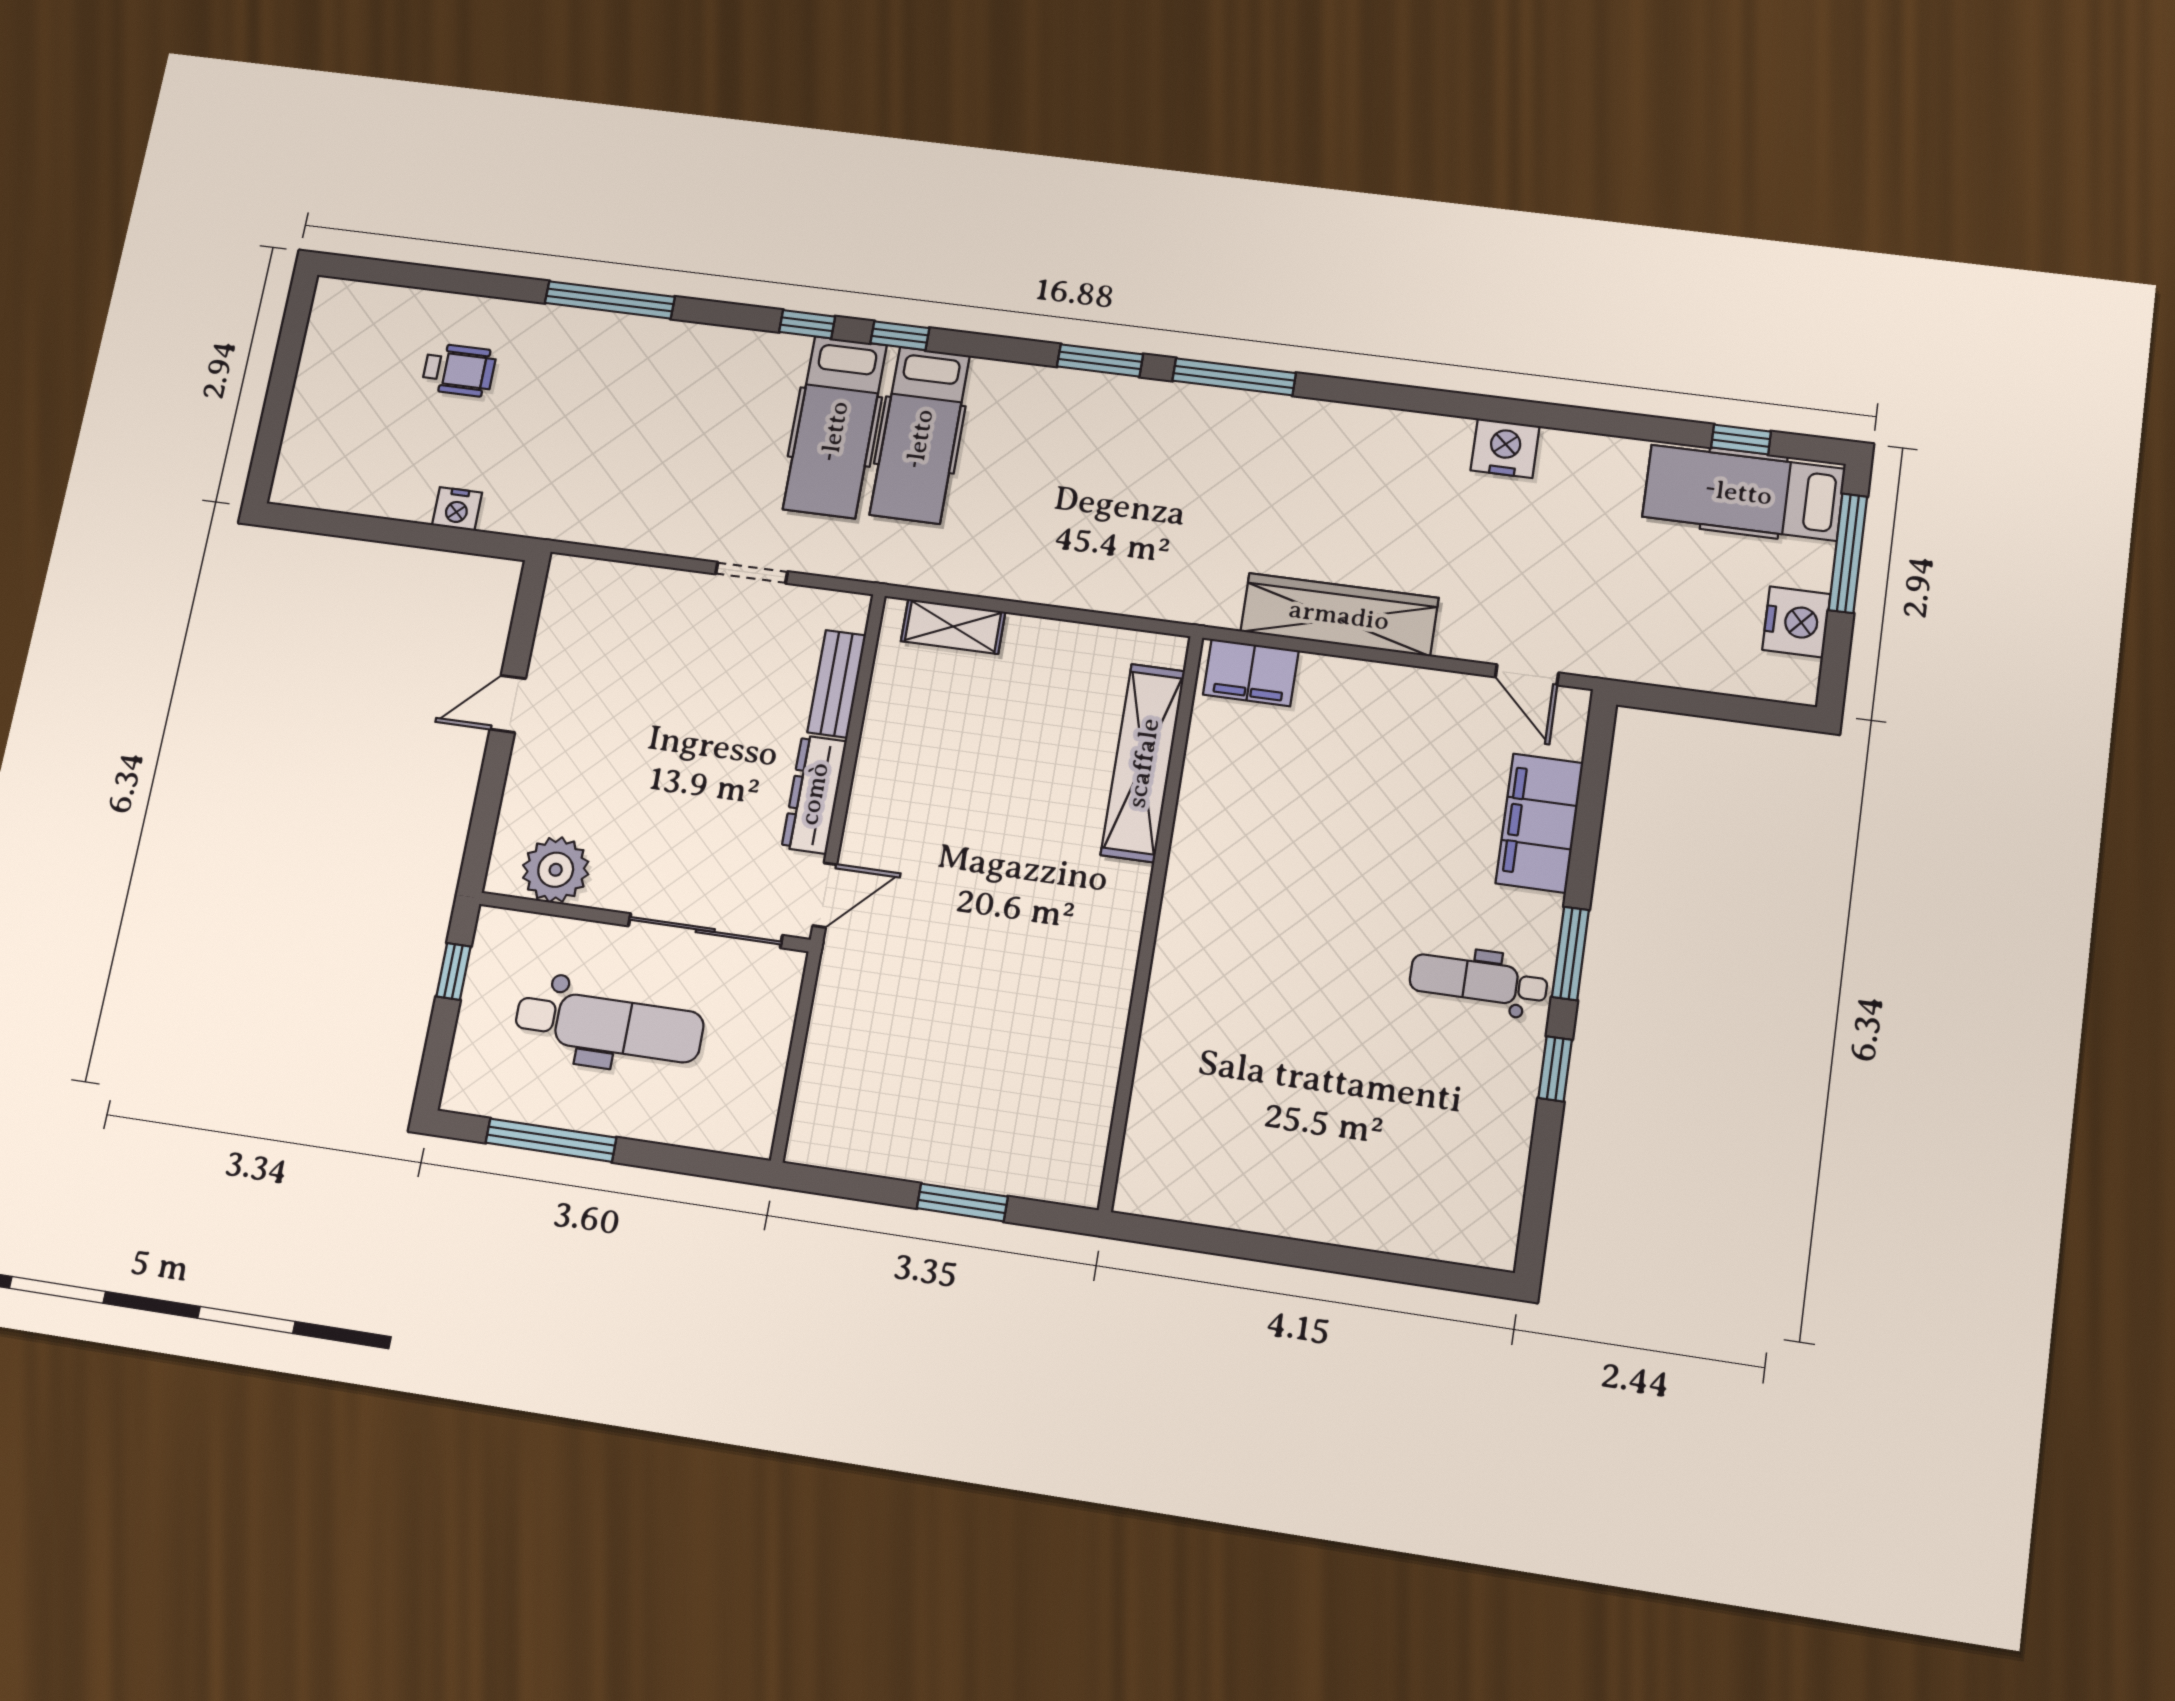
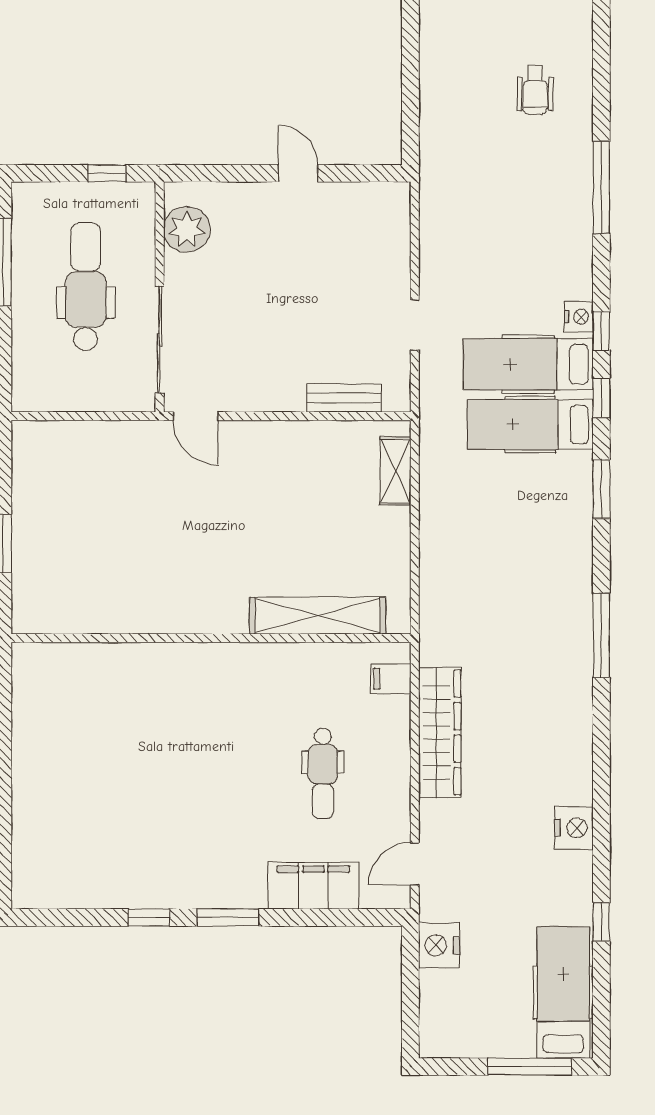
window: (1100, 360) -> (601, 489), moved
window: (1741, 439) -> (601, 922), moved
nightstand: (457, 509) -> (579, 317), moved, turned 180
nightstand: (1796, 622) -> (439, 945), moved, turned 90
filing cabinet: (1251, 673) -> (391, 679), width x0.50
dresser: (814, 794) -> (264, 396), removed
dental chair: (1479, 981) -> (323, 773), moved, turned 180
dental chair: (609, 1025) -> (86, 287), turned 180

